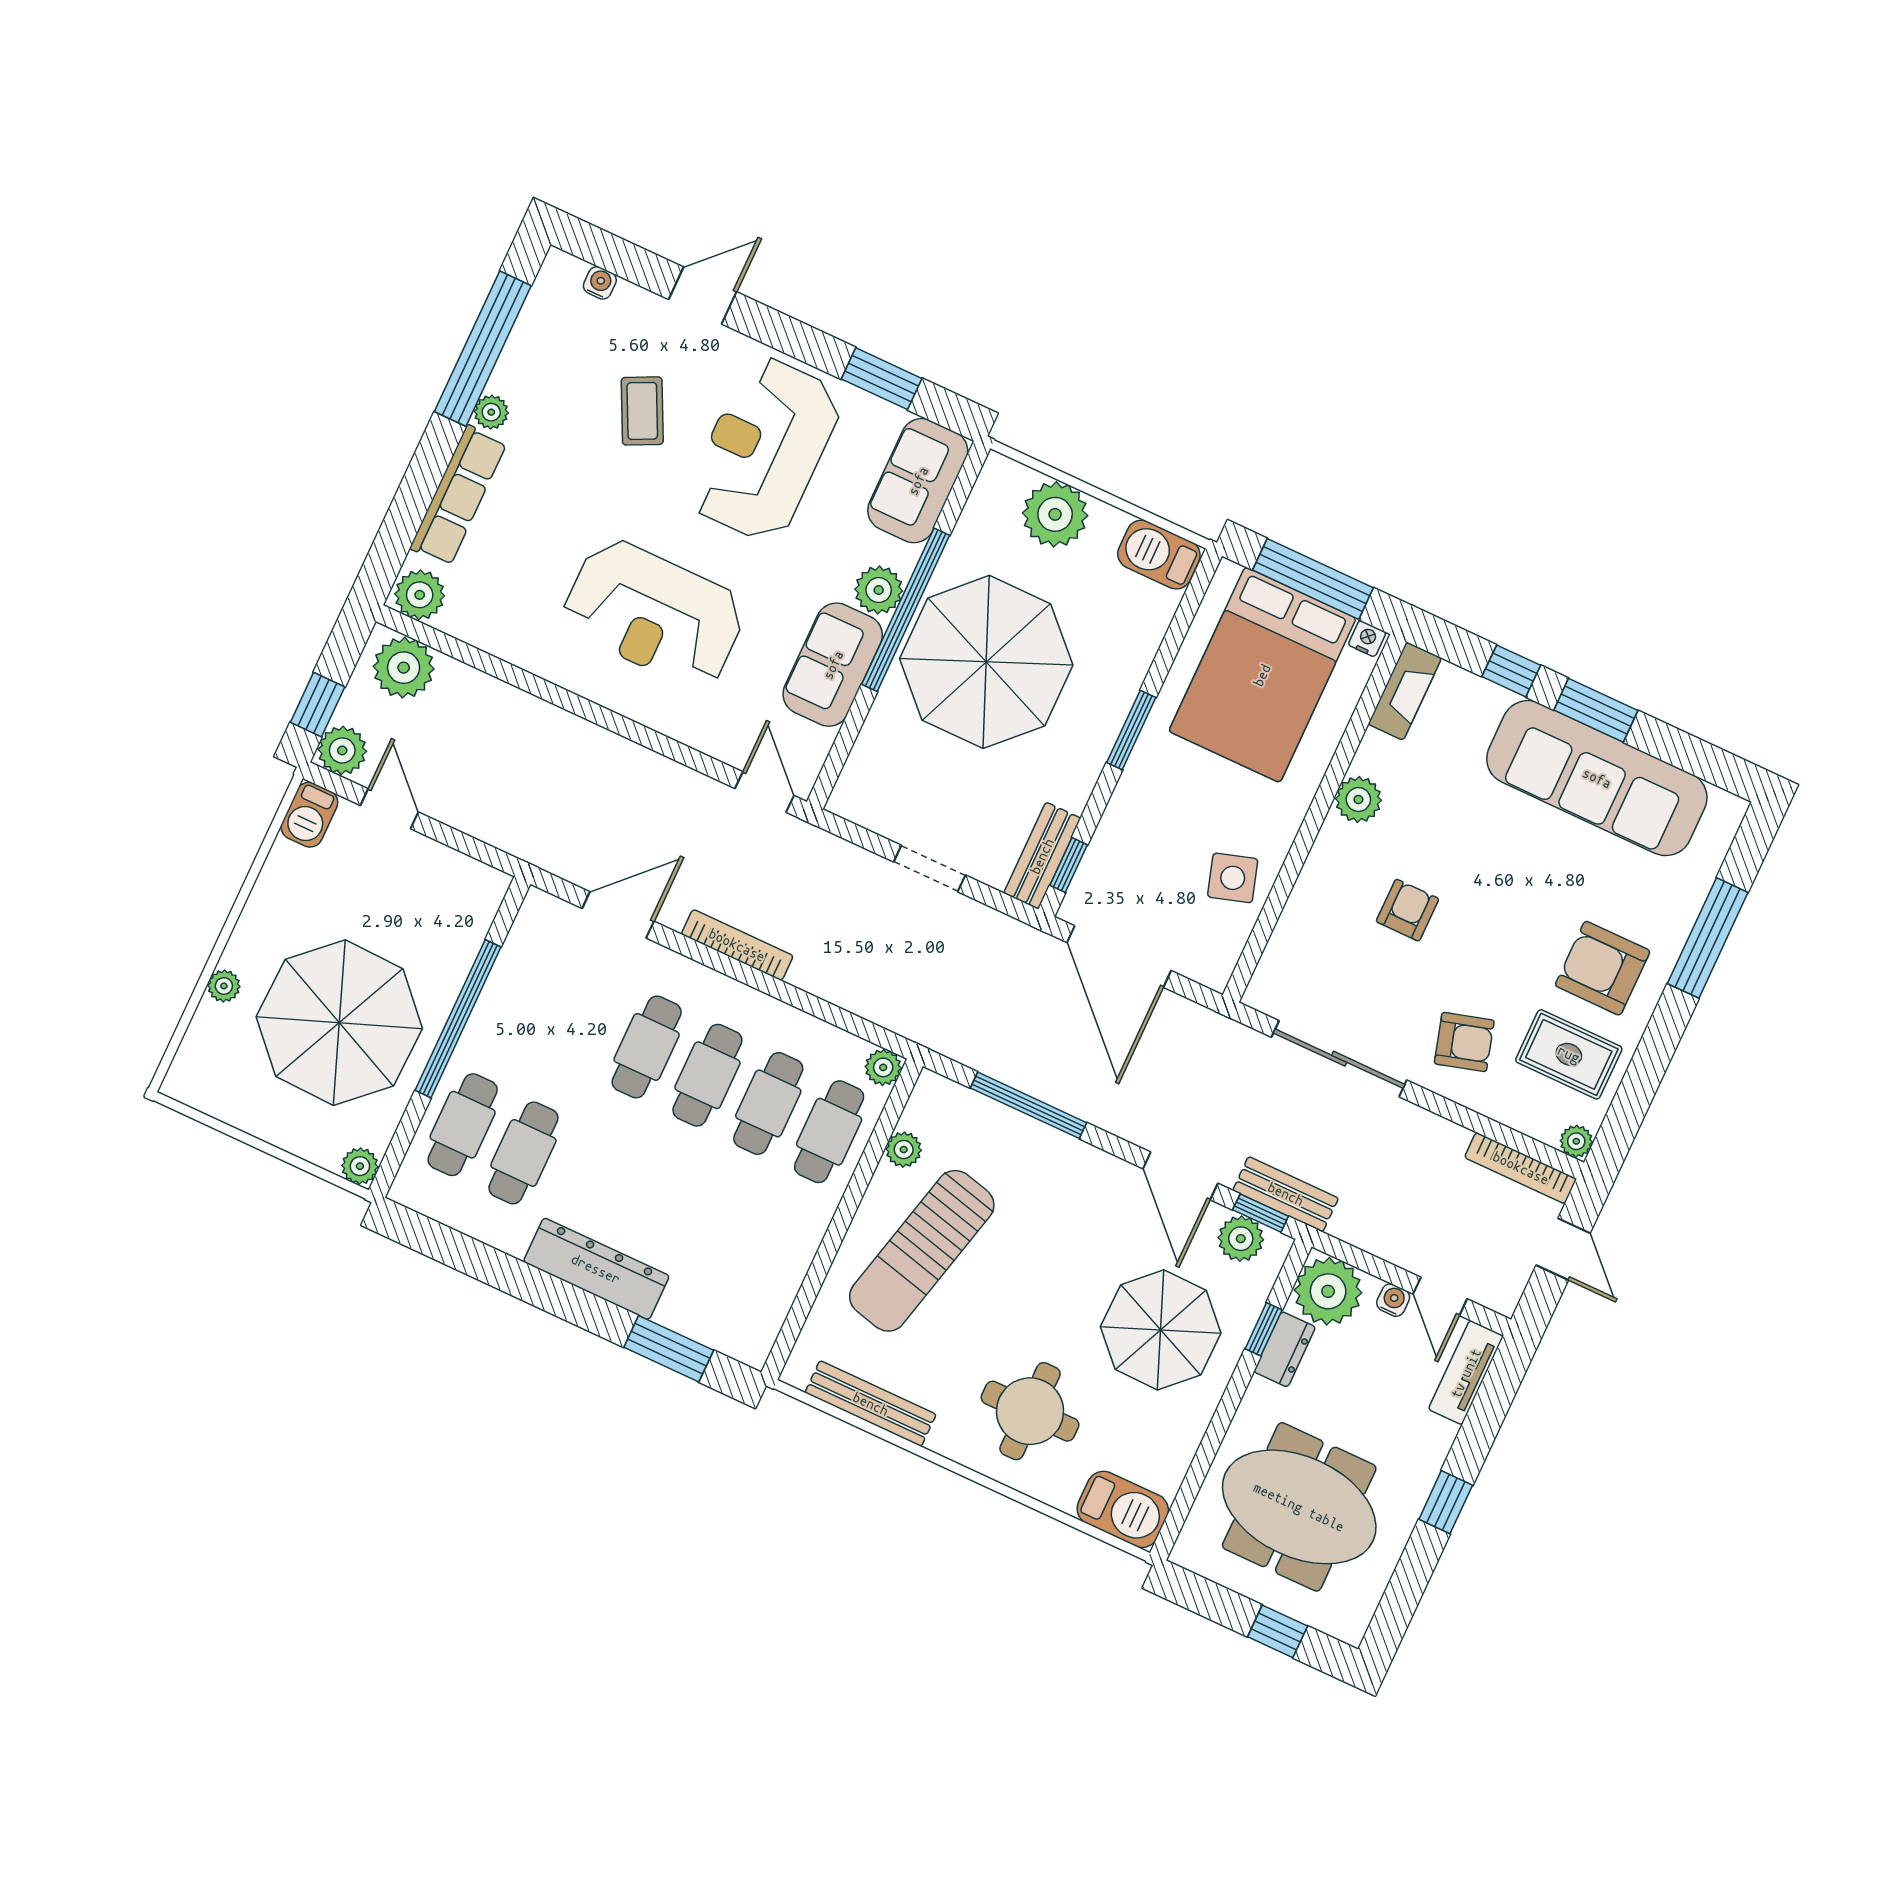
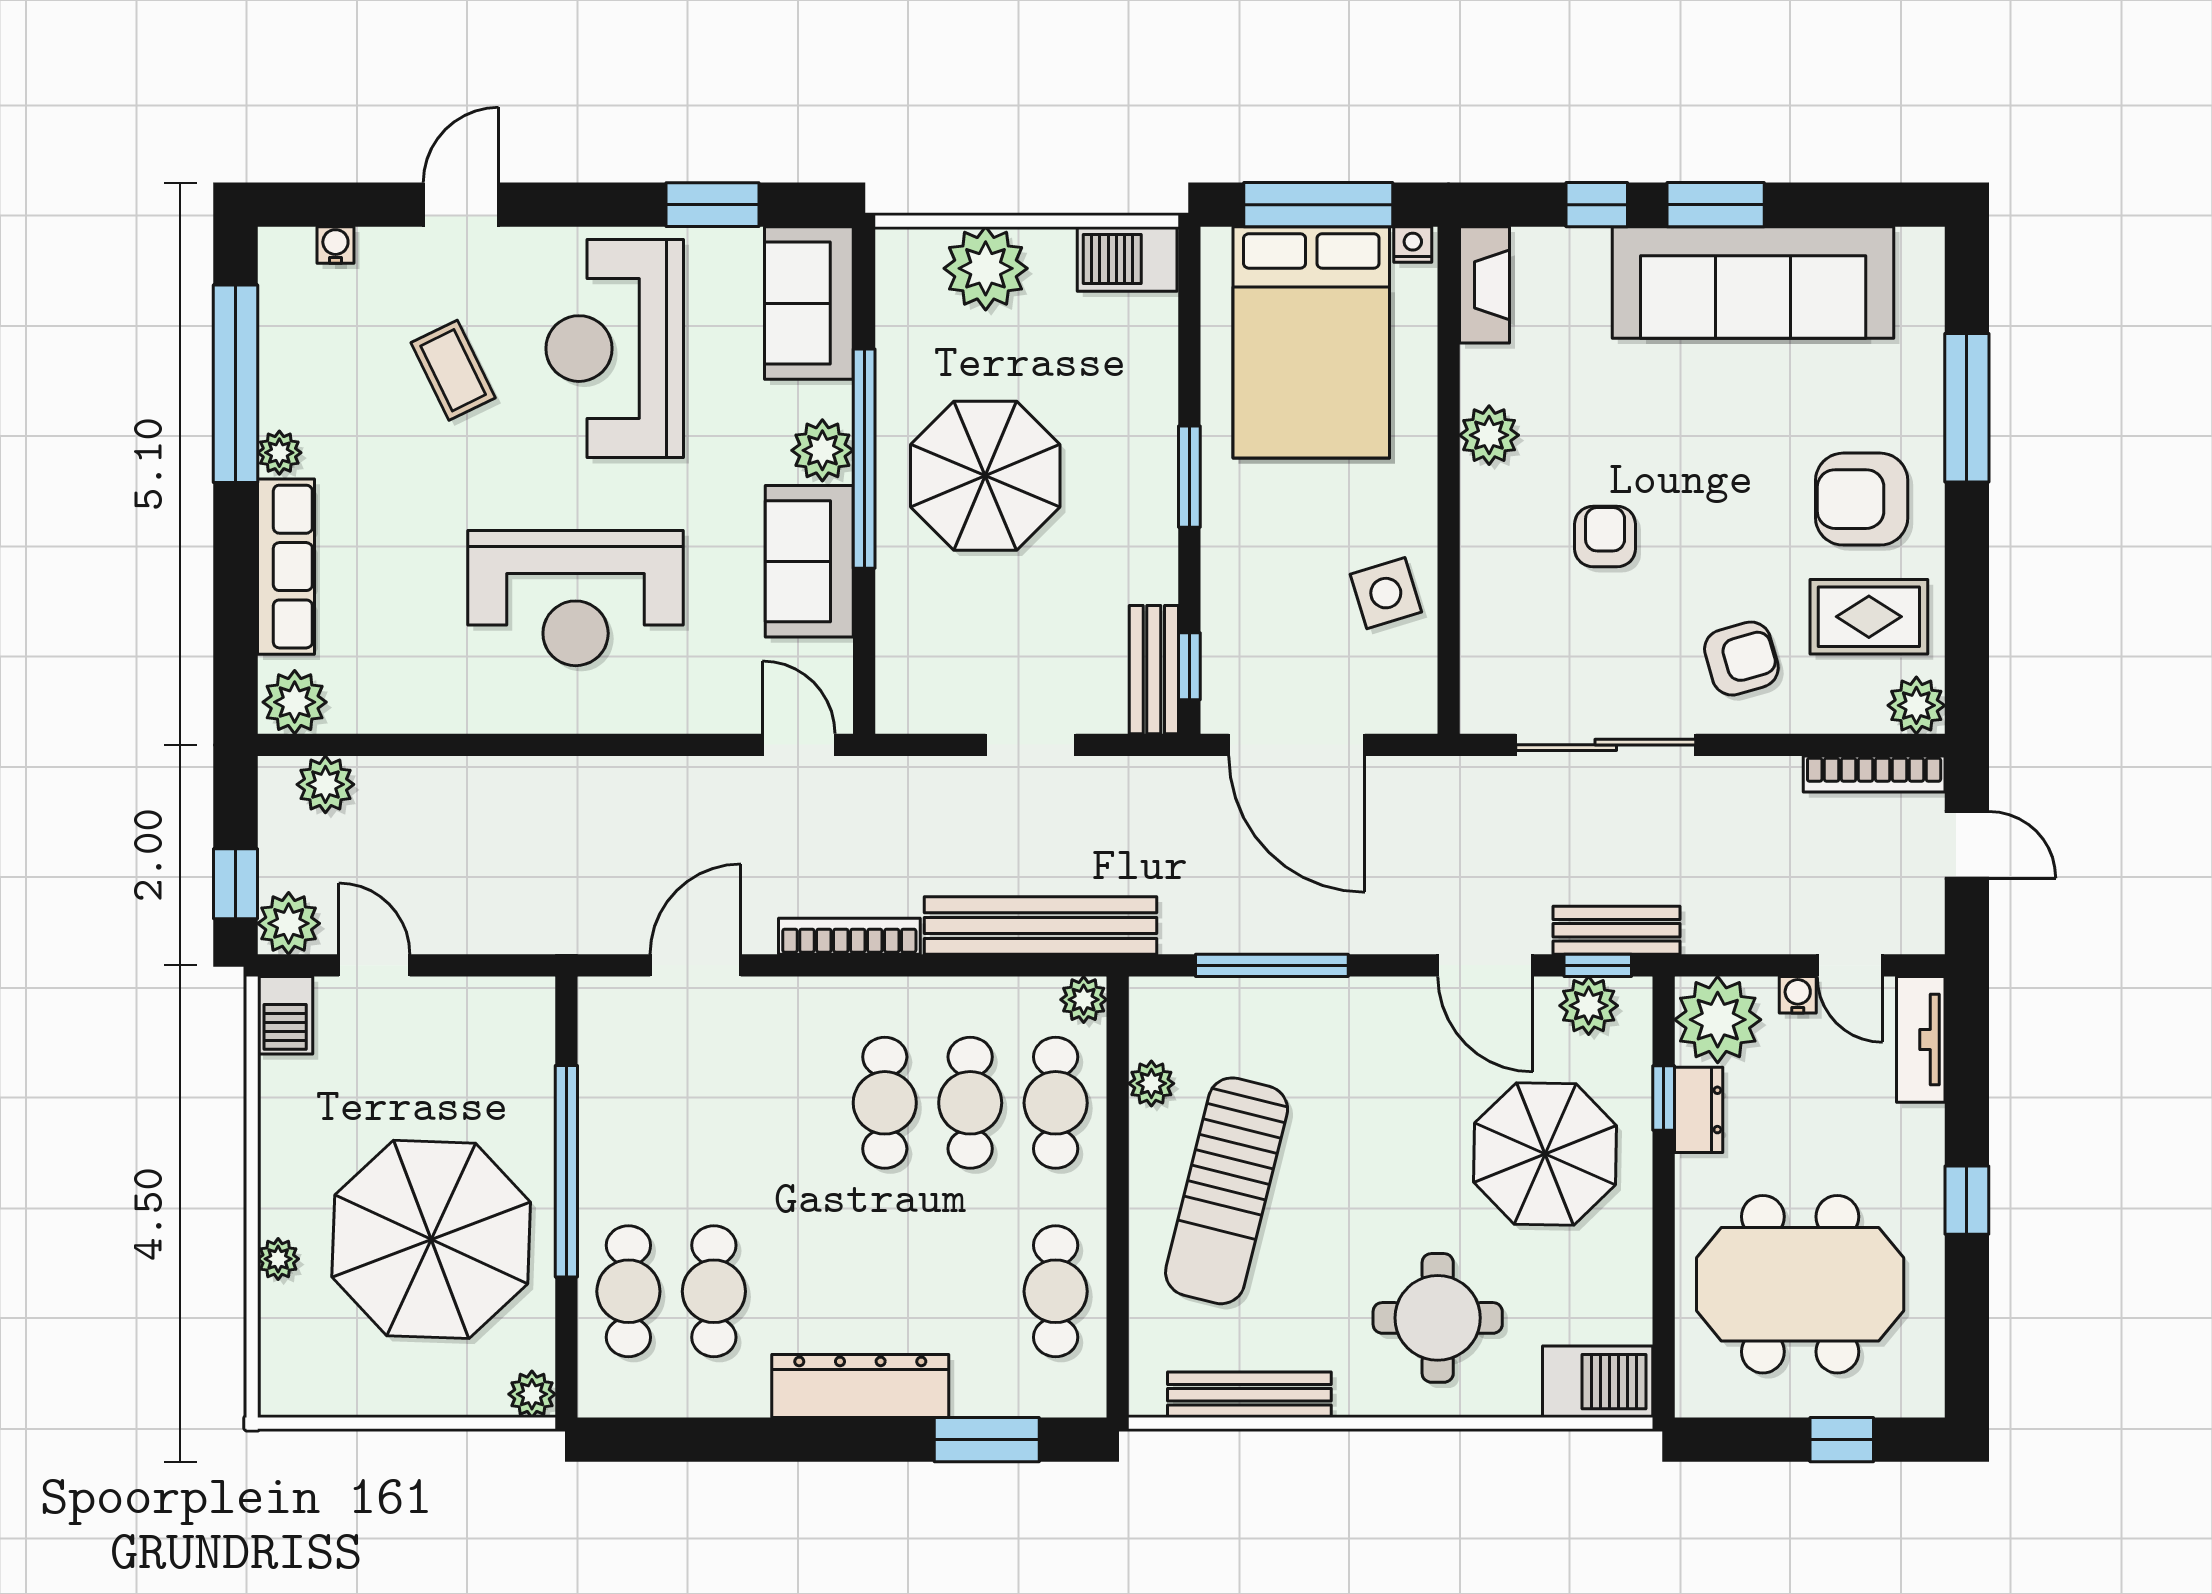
parasol: (986, 662) -> (985, 476), width x0.73, depth x0.73
plant: (404, 668) -> (325, 784), width x0.73, depth x0.73
bench: (877, 1000) -> (1041, 926), added
cafe table: (647, 1047) -> (1056, 1291), moved
plant: (1576, 1141) -> (1916, 705), width x1.38, depth x1.38

